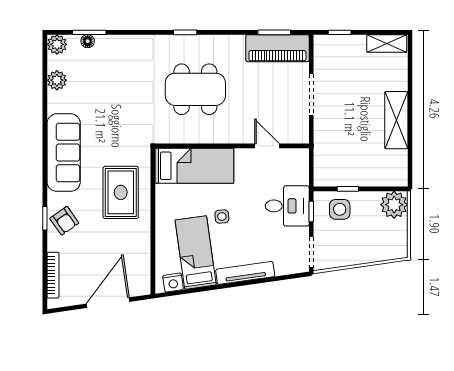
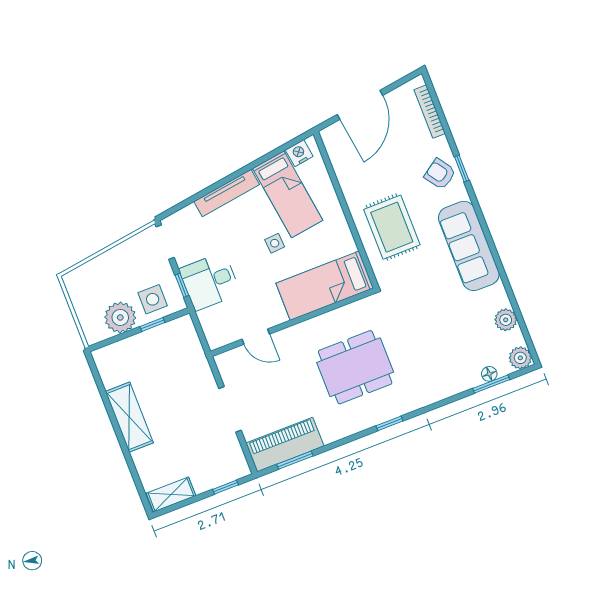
plant: (394, 205) -> (120, 317), moved

